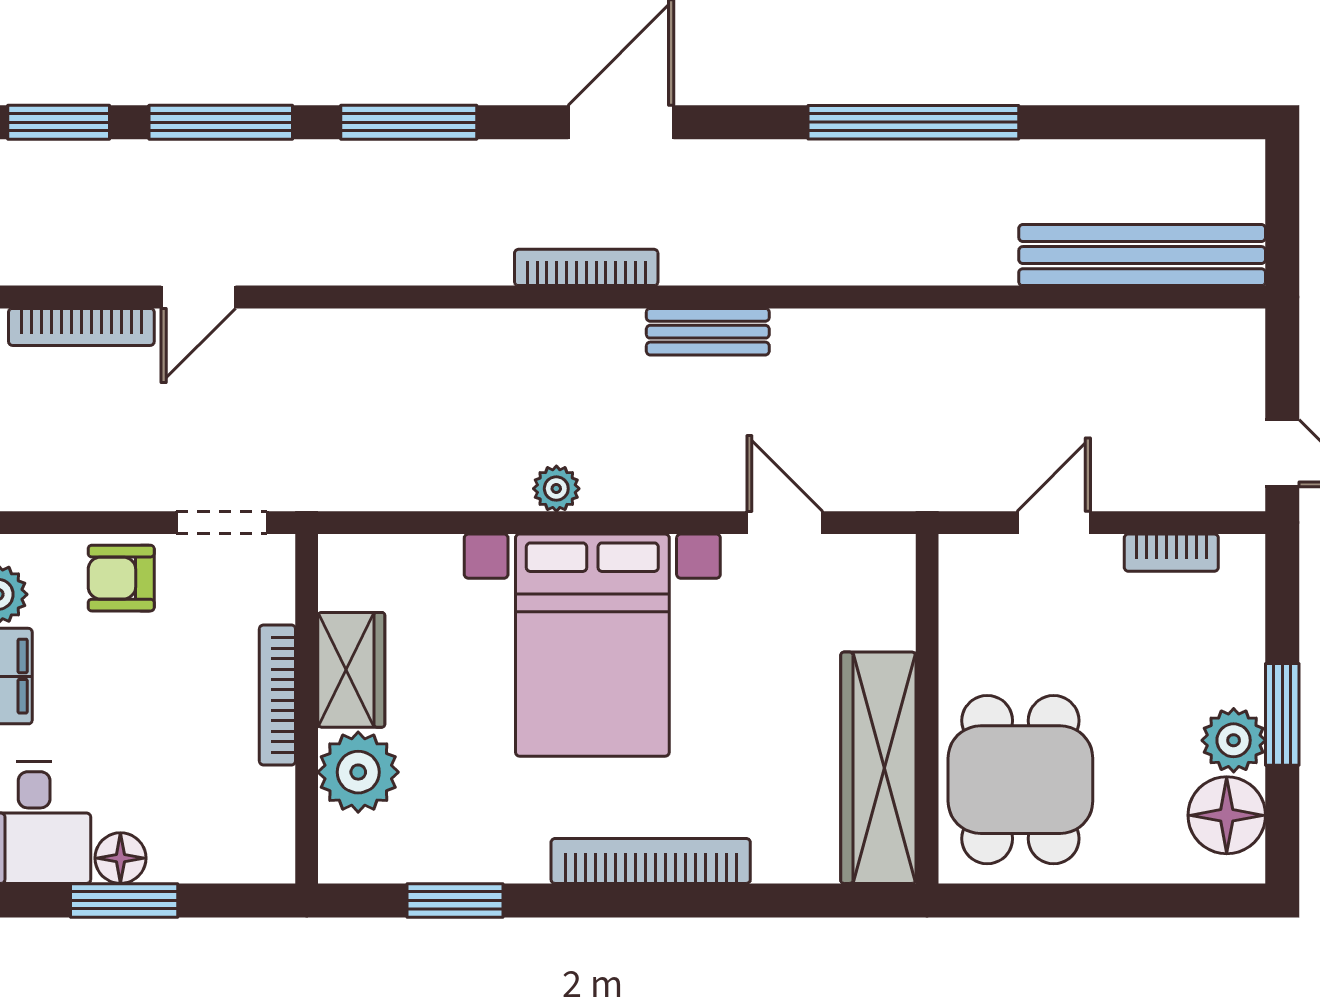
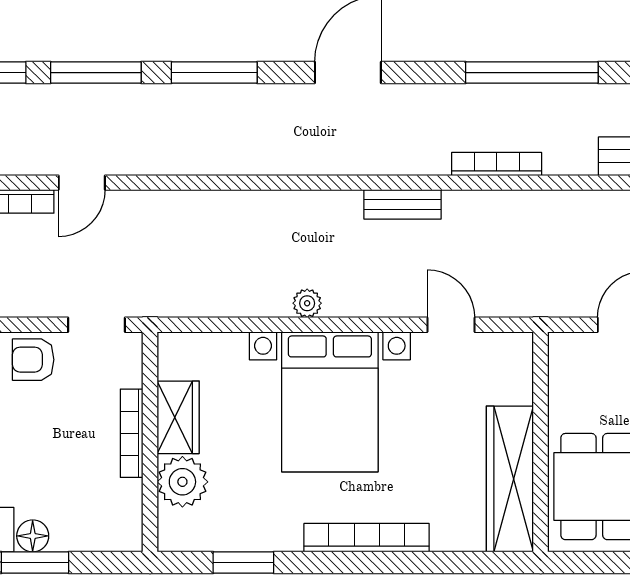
bookcase: (586, 267) -> (497, 164), moved

